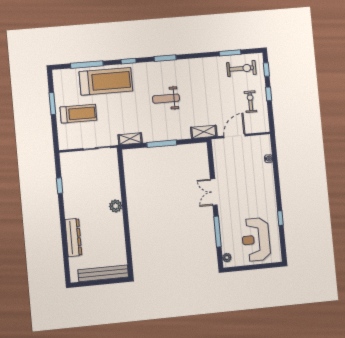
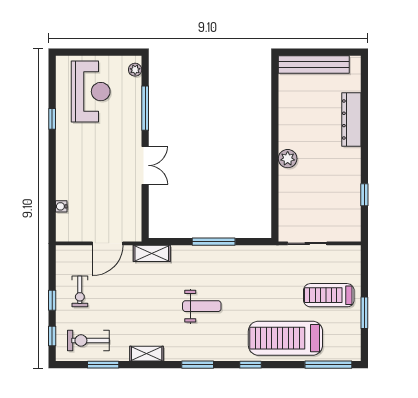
window: (87, 65) -> (328, 365), moved
shelving: (130, 139) -> (147, 354), moved

